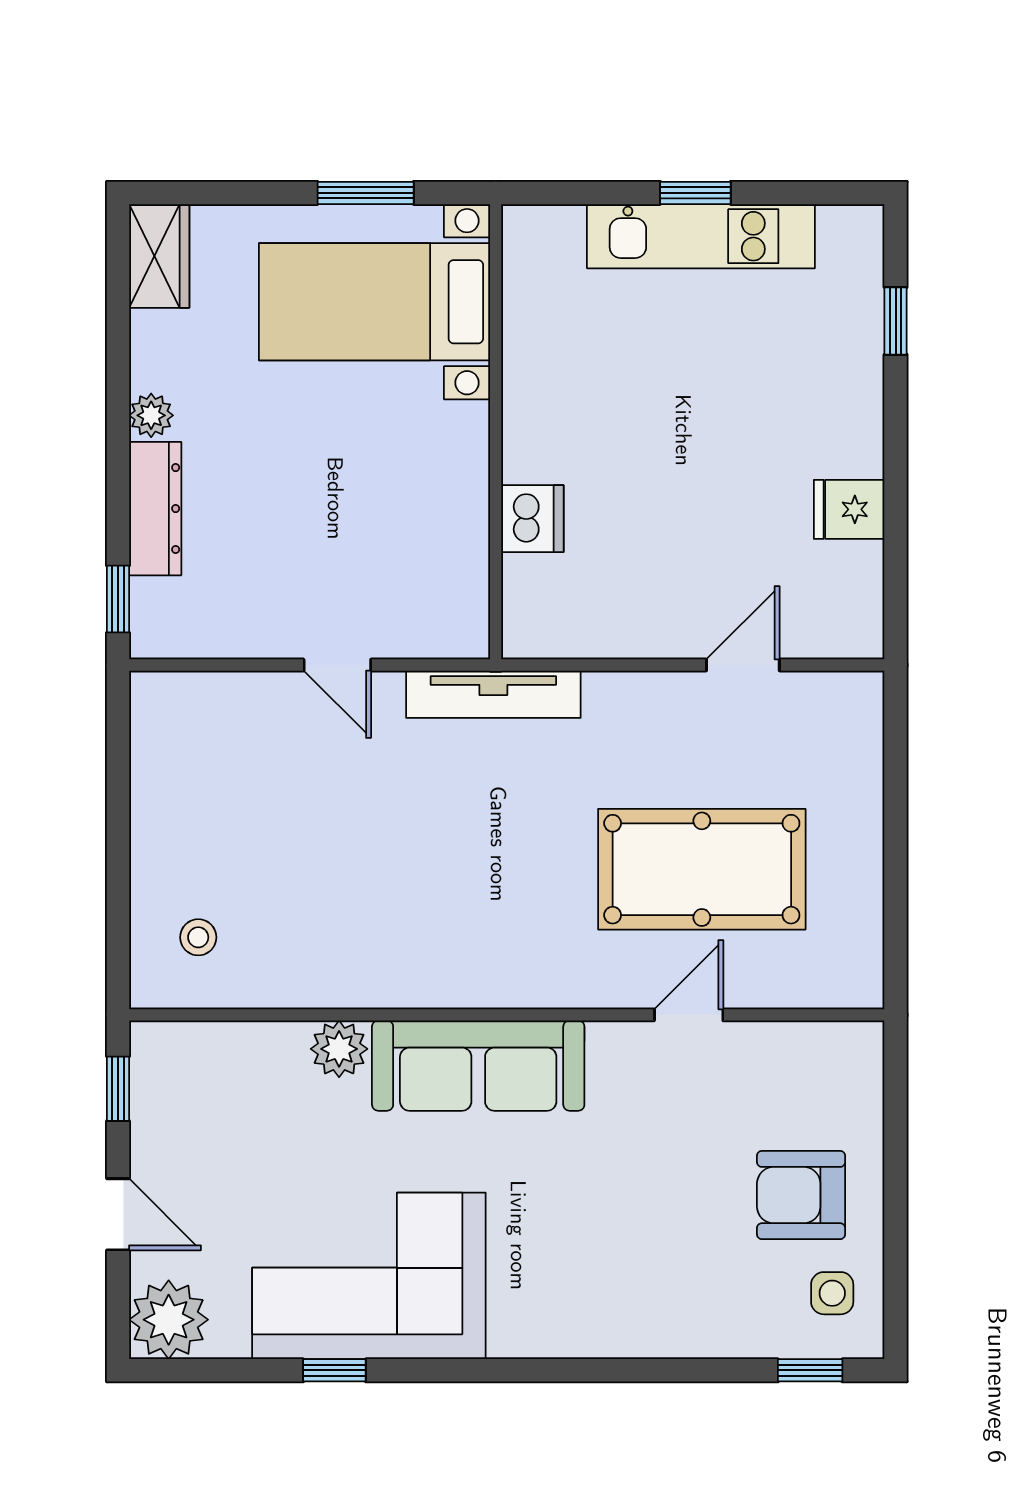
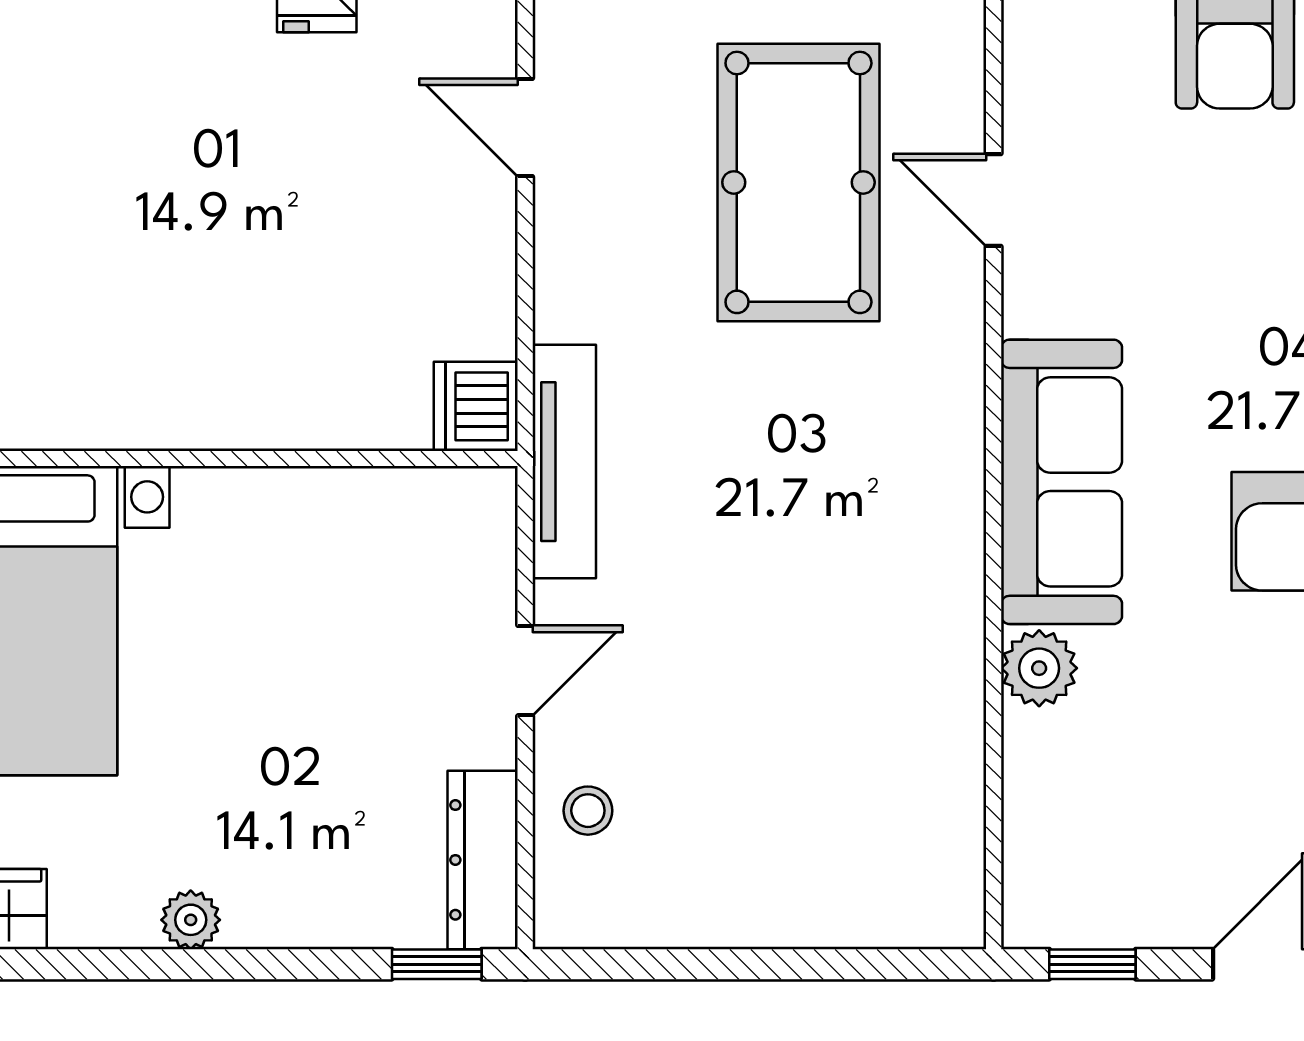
dresser: (155, 509) -> (483, 860), moved, turned -90
dishwasher: (532, 519) -> (476, 406), moved, turned -90
stool: (198, 937) -> (588, 811), moved

